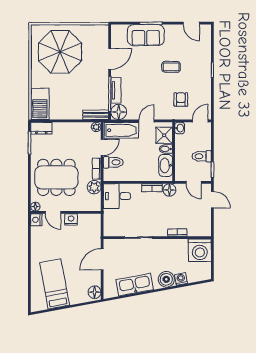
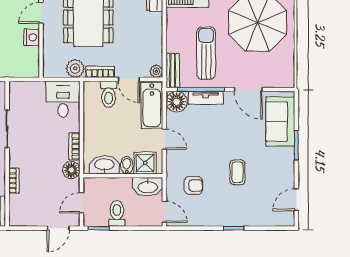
sofa: (146, 35) -> (280, 122), moved
sun lounger: (83, 90) -> (206, 53), added
washbasin: (180, 128) -> (148, 187), width x1.91, depth x1.45

